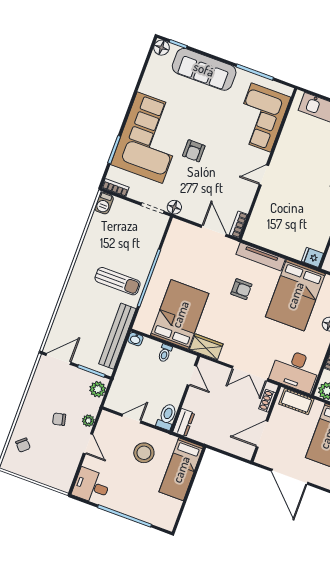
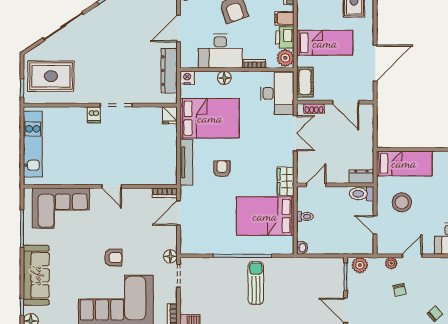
bench: (117, 336) -> (305, 265), removed

